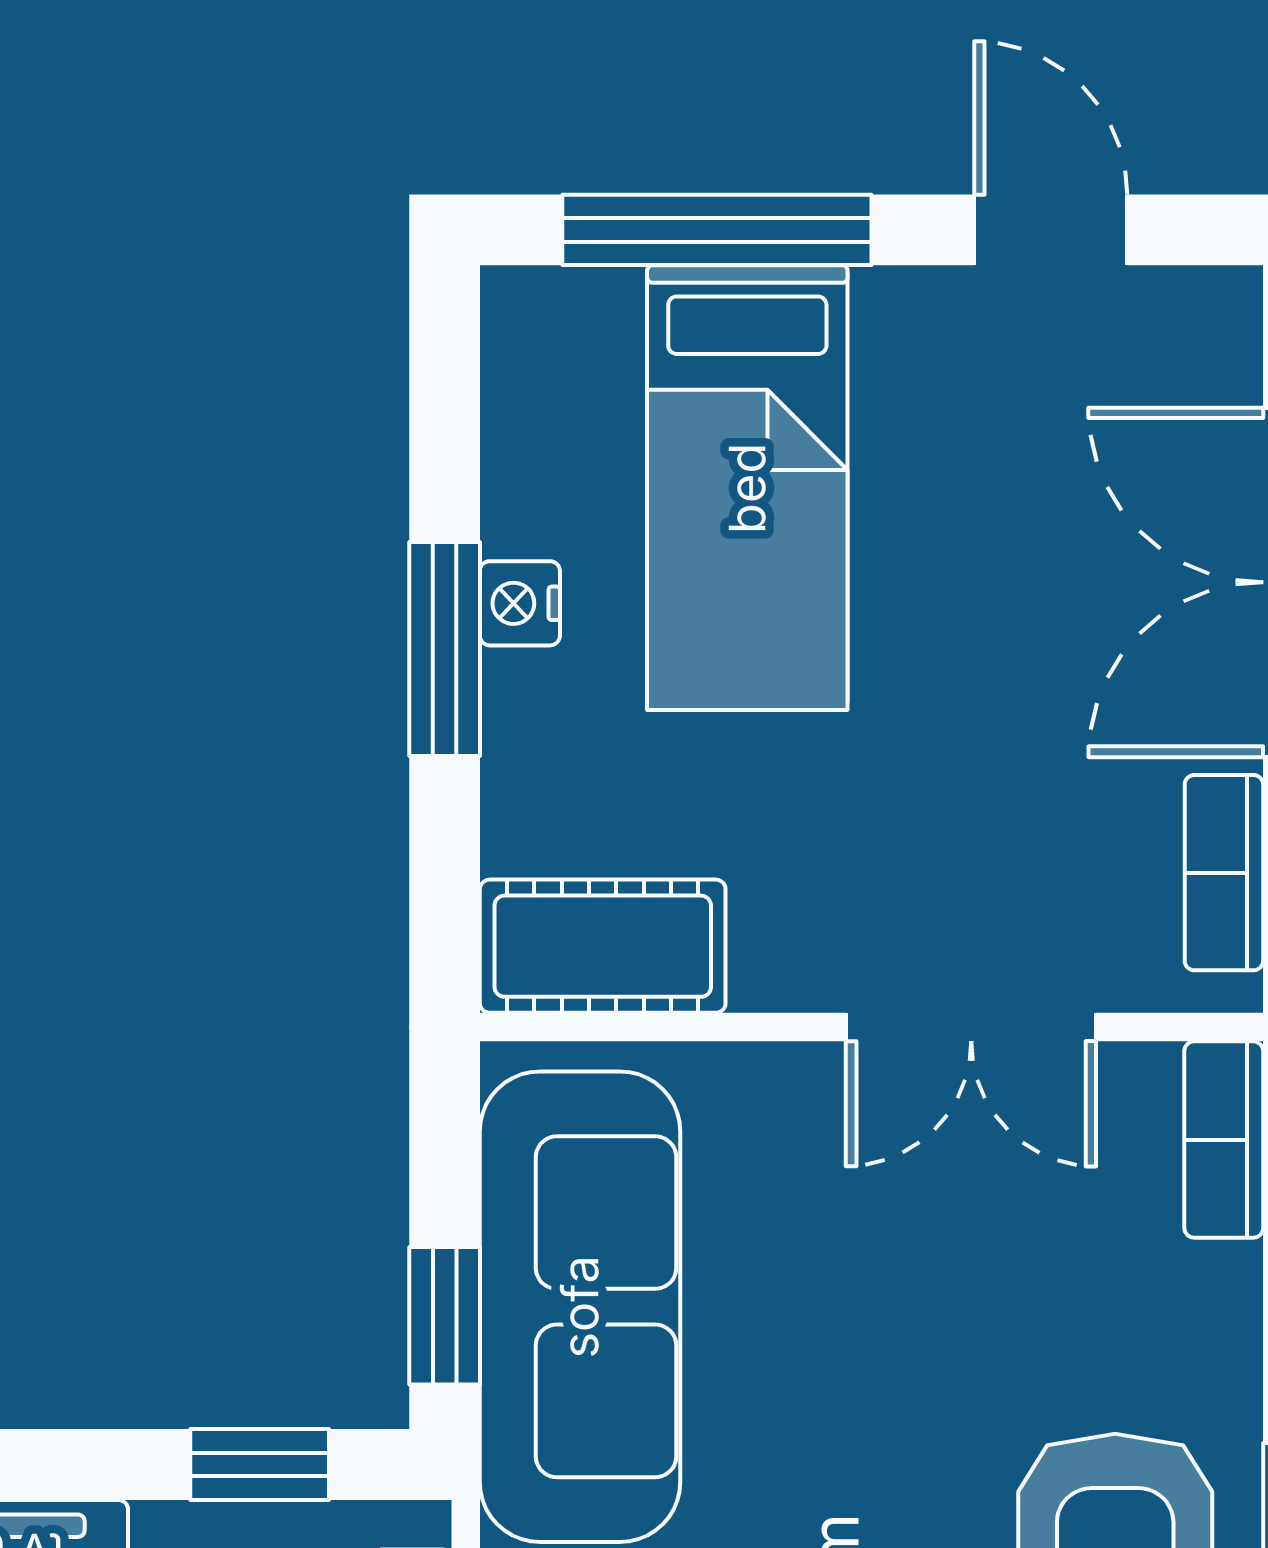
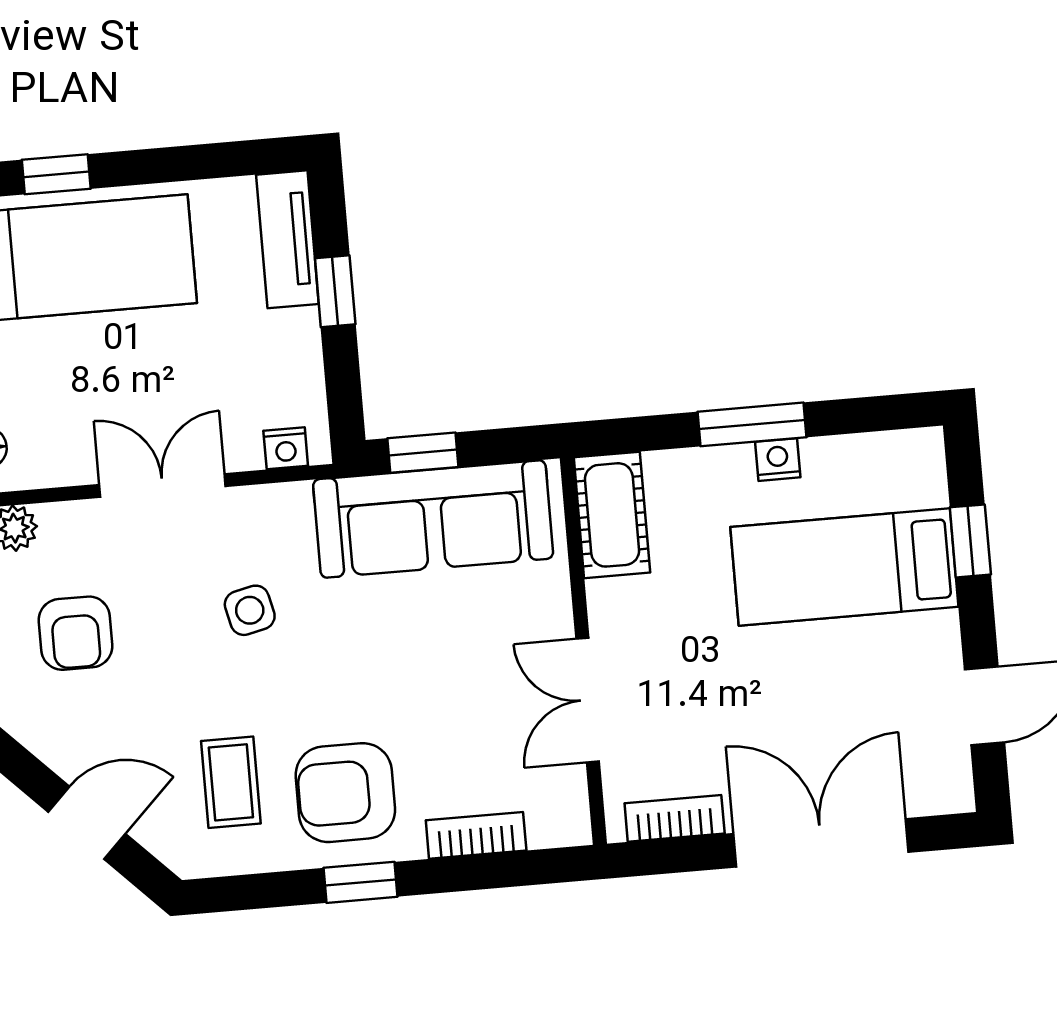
window: (717, 230) -> (970, 541), width x0.46
bookcase: (1224, 1140) -> (476, 835), moved
window: (260, 1465) -> (335, 291), moved

